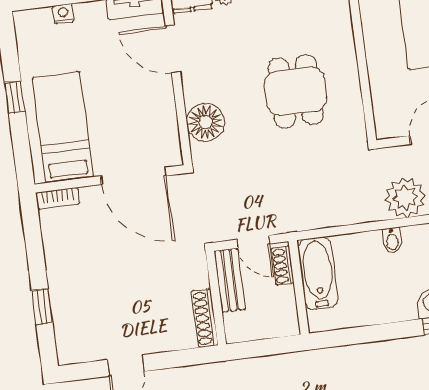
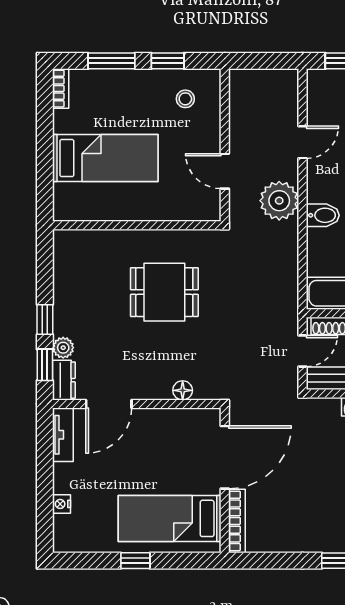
floor lamp: (206, 122) -> (183, 390), width x0.53, depth x0.53
bookcase: (57, 198) -> (237, 521), width x1.56
bidet: (392, 240) -> (323, 215), width x1.38, depth x1.36

